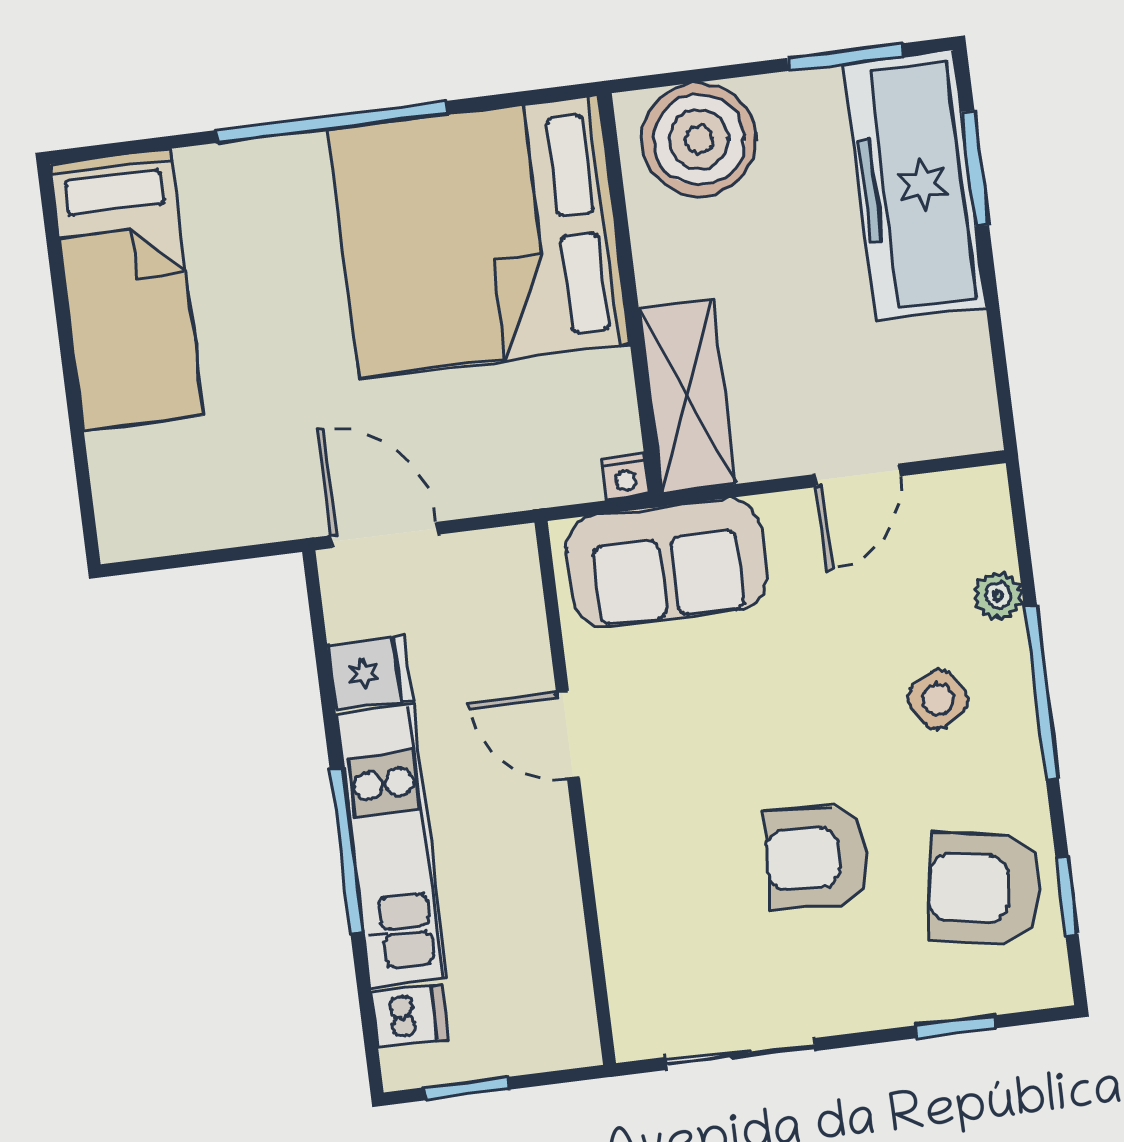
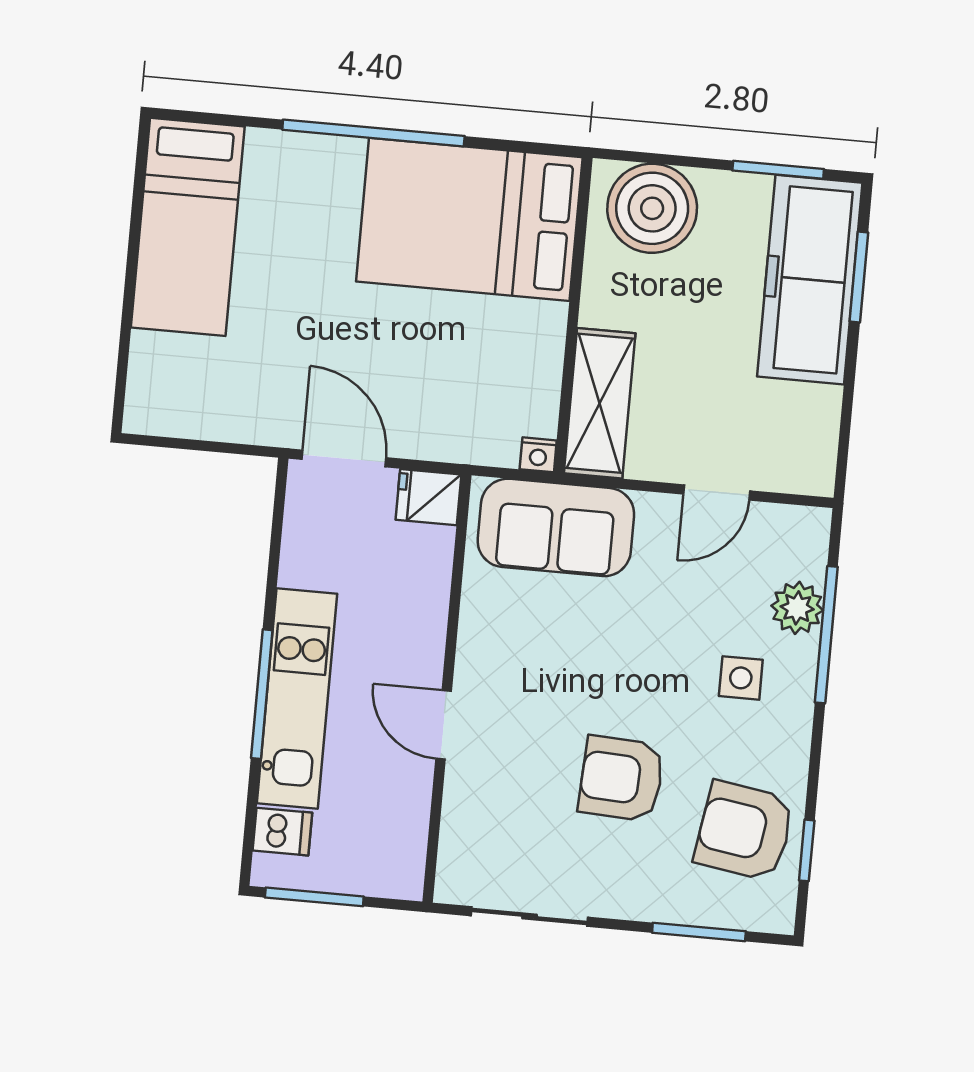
bed: (479, 236) -> (469, 219), width x0.73
plant: (998, 596) -> (797, 608), width x1.38, depth x1.38
fridge: (370, 672) -> (428, 497), moved, turned 180
window: (1041, 692) -> (826, 635), moved
side table: (938, 699) -> (741, 678), turned 31
door: (568, 735) -> (444, 725), moved
window: (955, 1027) -> (699, 932), width x1.50
window: (467, 1088) -> (314, 897), width x1.50

